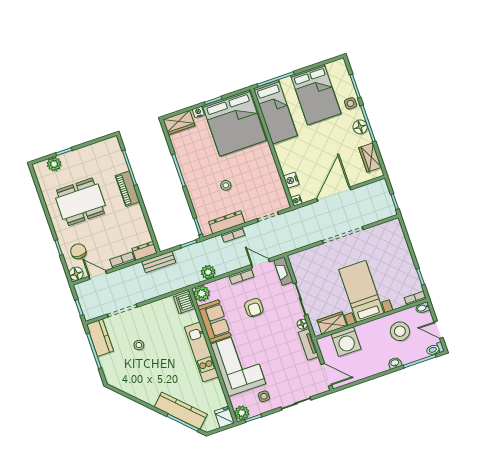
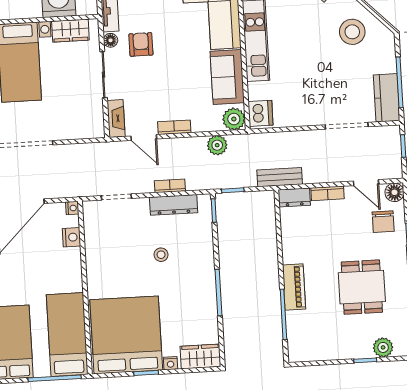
dining table: (80, 202) -> (362, 287), width x0.73
armchair: (254, 308) -> (141, 44), moved
stool: (139, 345) -> (352, 32), moved, width x1.89, depth x1.89

